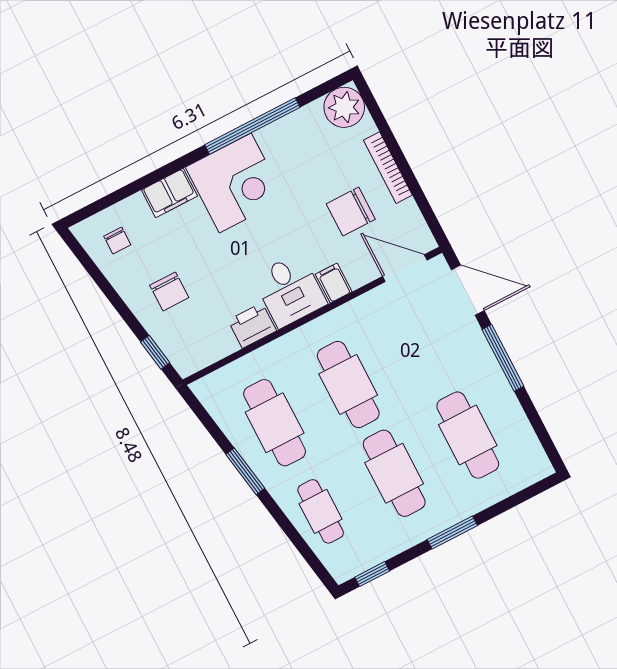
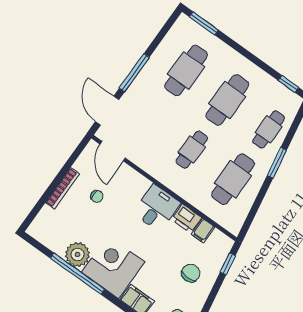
plant: (344, 107) -> (78, 254), moved
chair: (351, 212) -> (97, 196), width x0.54, depth x0.54
filing cabinet: (334, 283) -> (203, 231), moved
cafe table: (348, 385) -> (192, 150), width x0.73, depth x0.74
window: (245, 471) -> (277, 163), moved
window: (452, 533) -> (204, 23), moved

